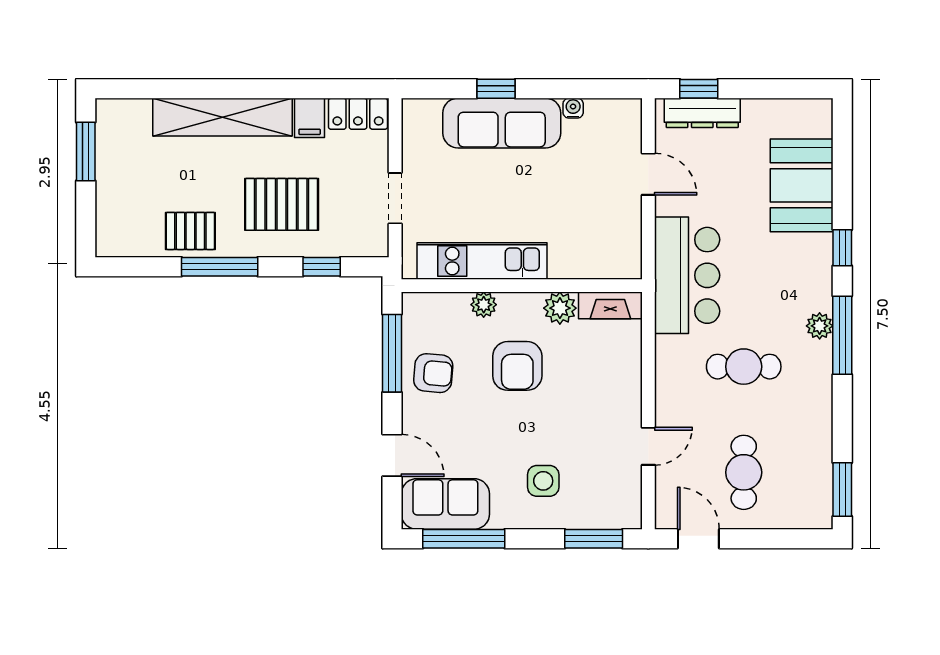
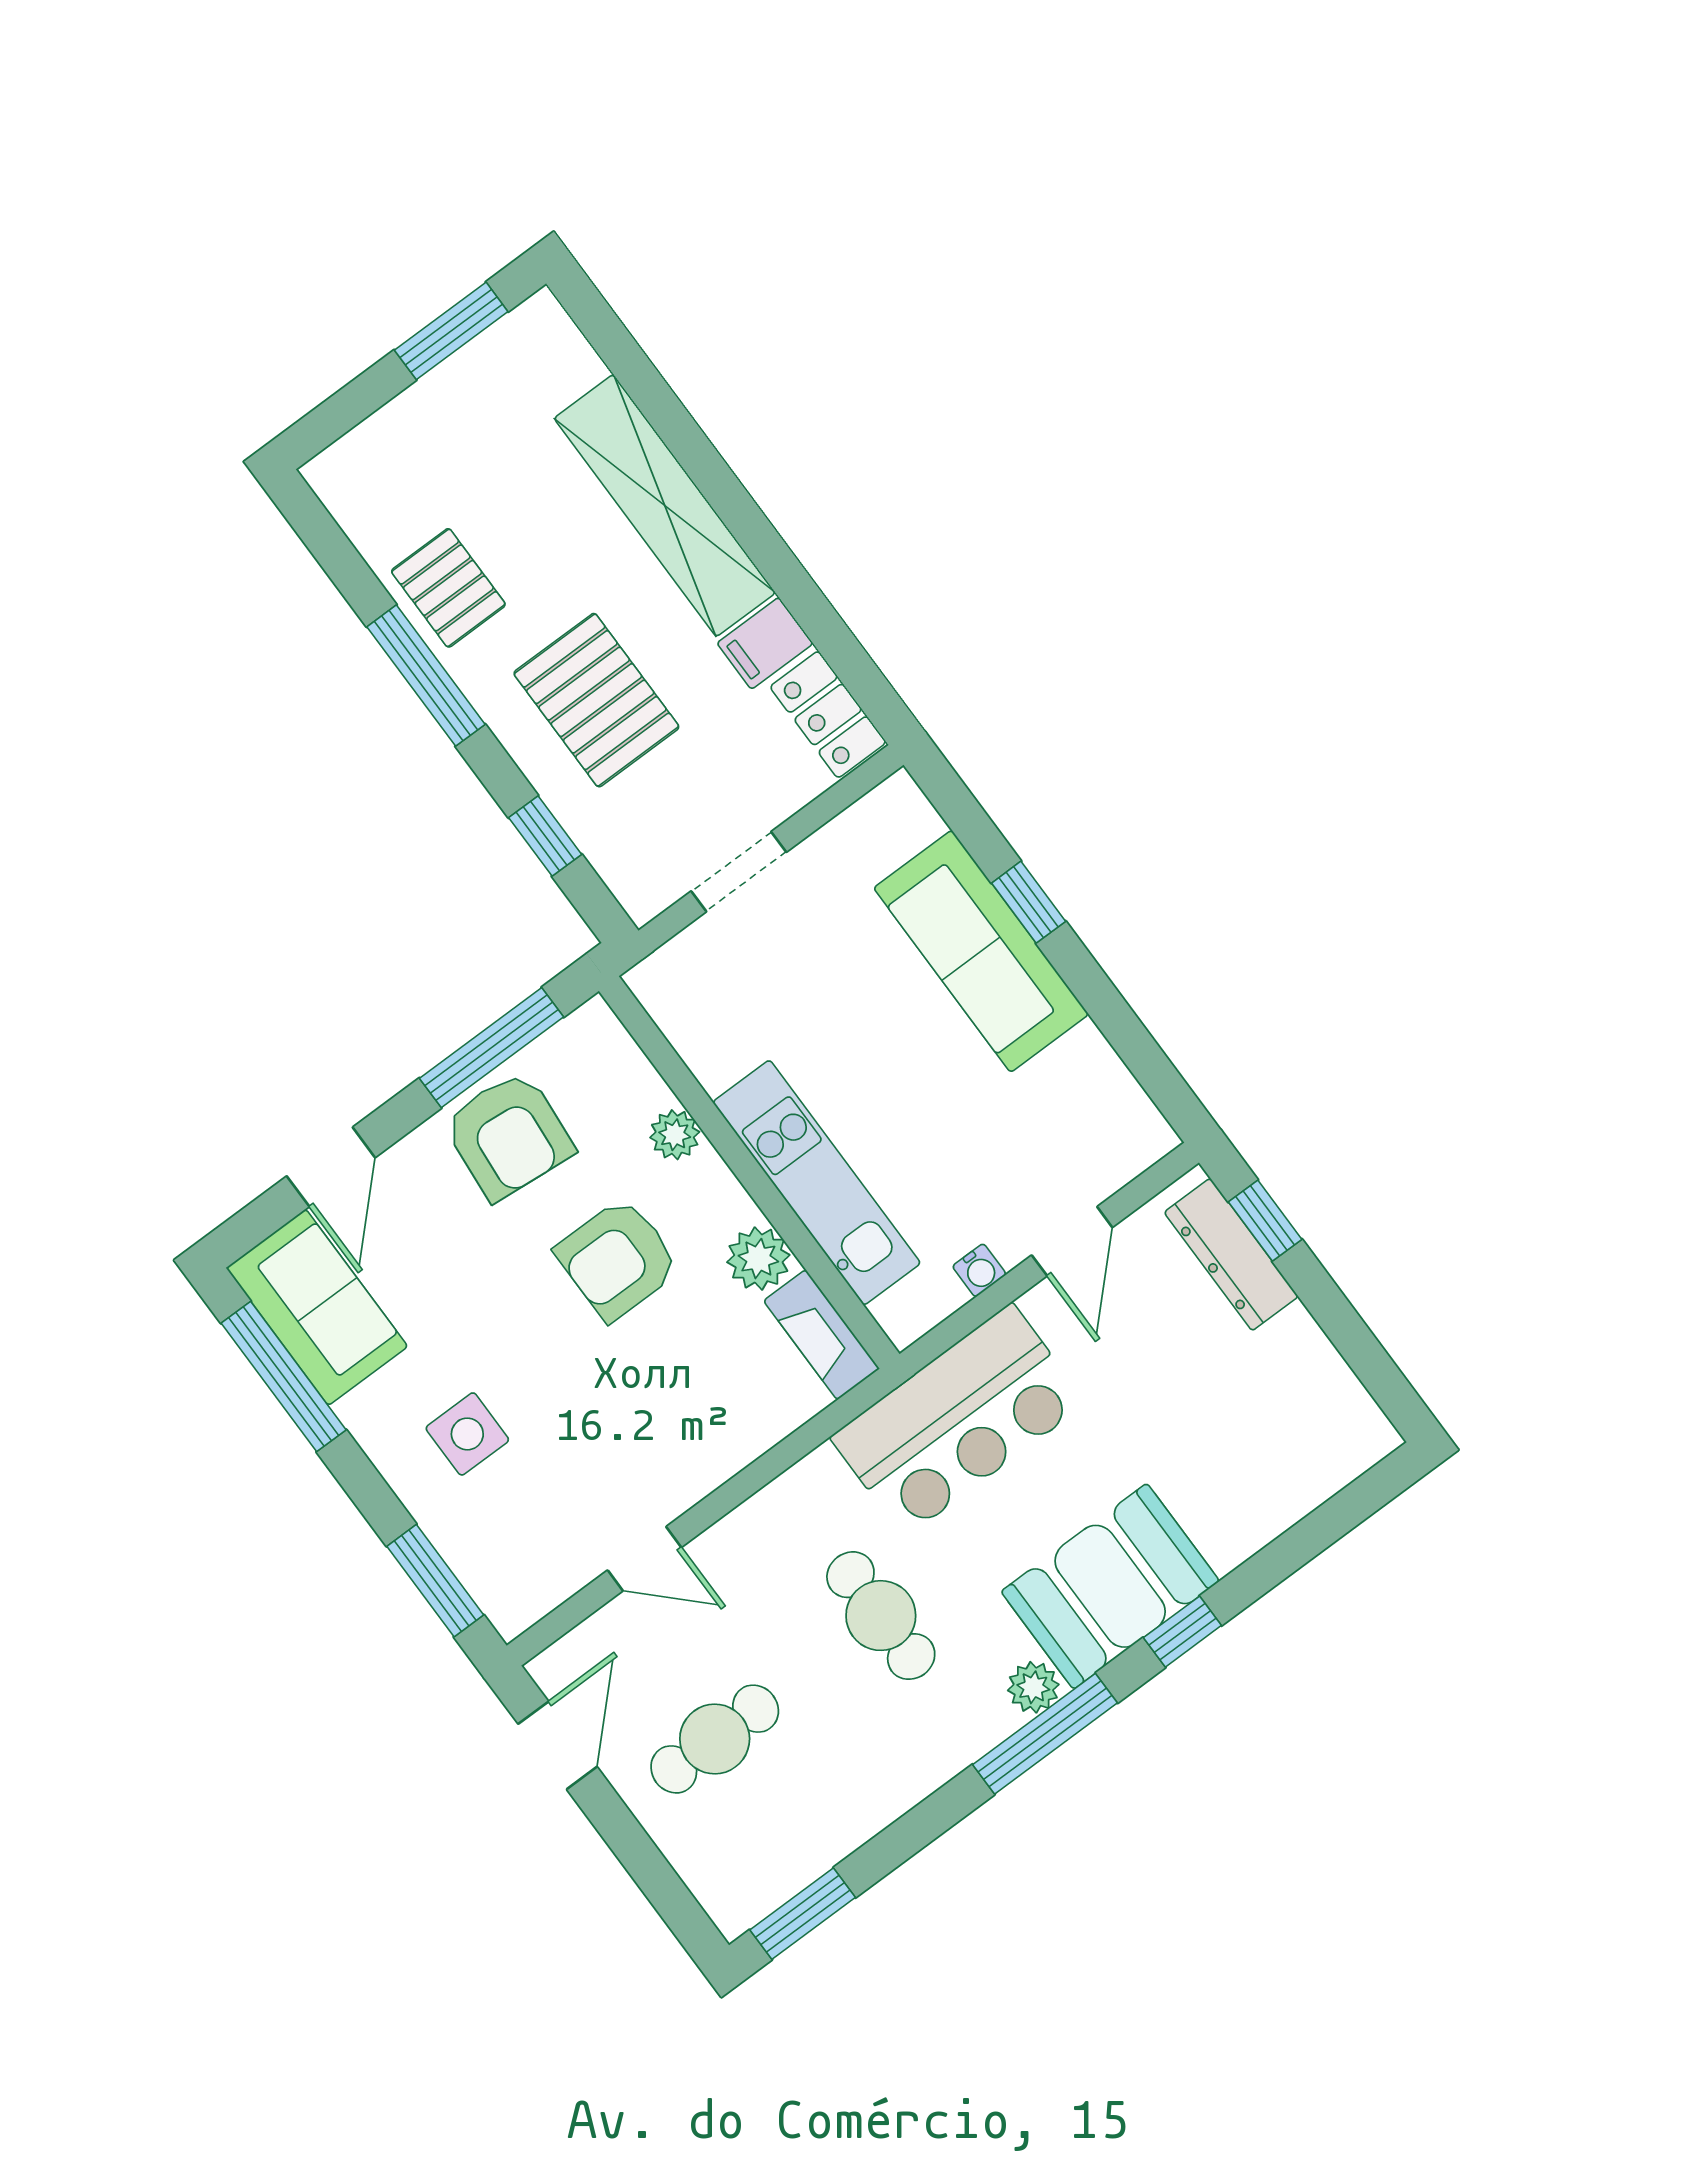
water cooler: (573, 108) -> (979, 1270), moved, turned 90
booth: (802, 185) -> (1110, 1586), moved
kitchen unit: (482, 261) -> (817, 1183), moved
armchair: (433, 373) -> (508, 1135), width x1.38, depth x1.38

